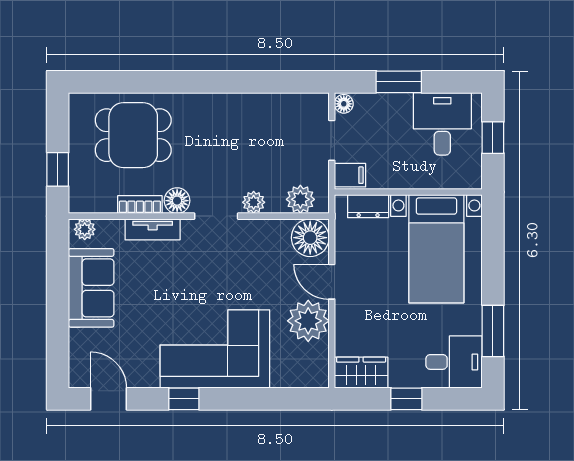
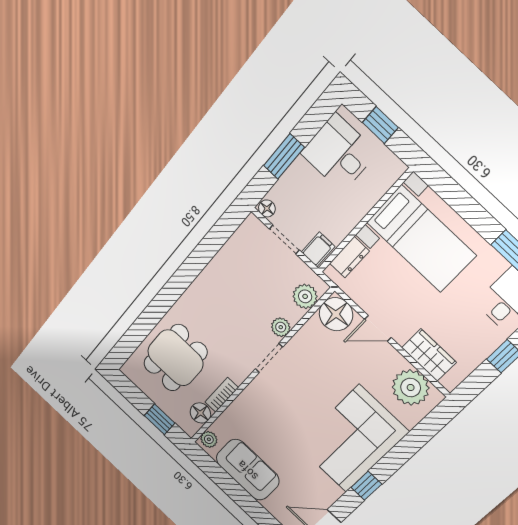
floor lamp: (177, 201) -> (200, 413), moved
tv unit: (153, 229) -> (243, 402), removed
plant: (308, 321) -> (411, 388), moved
wardrobe: (361, 373) -> (429, 355), moved, turned 90

